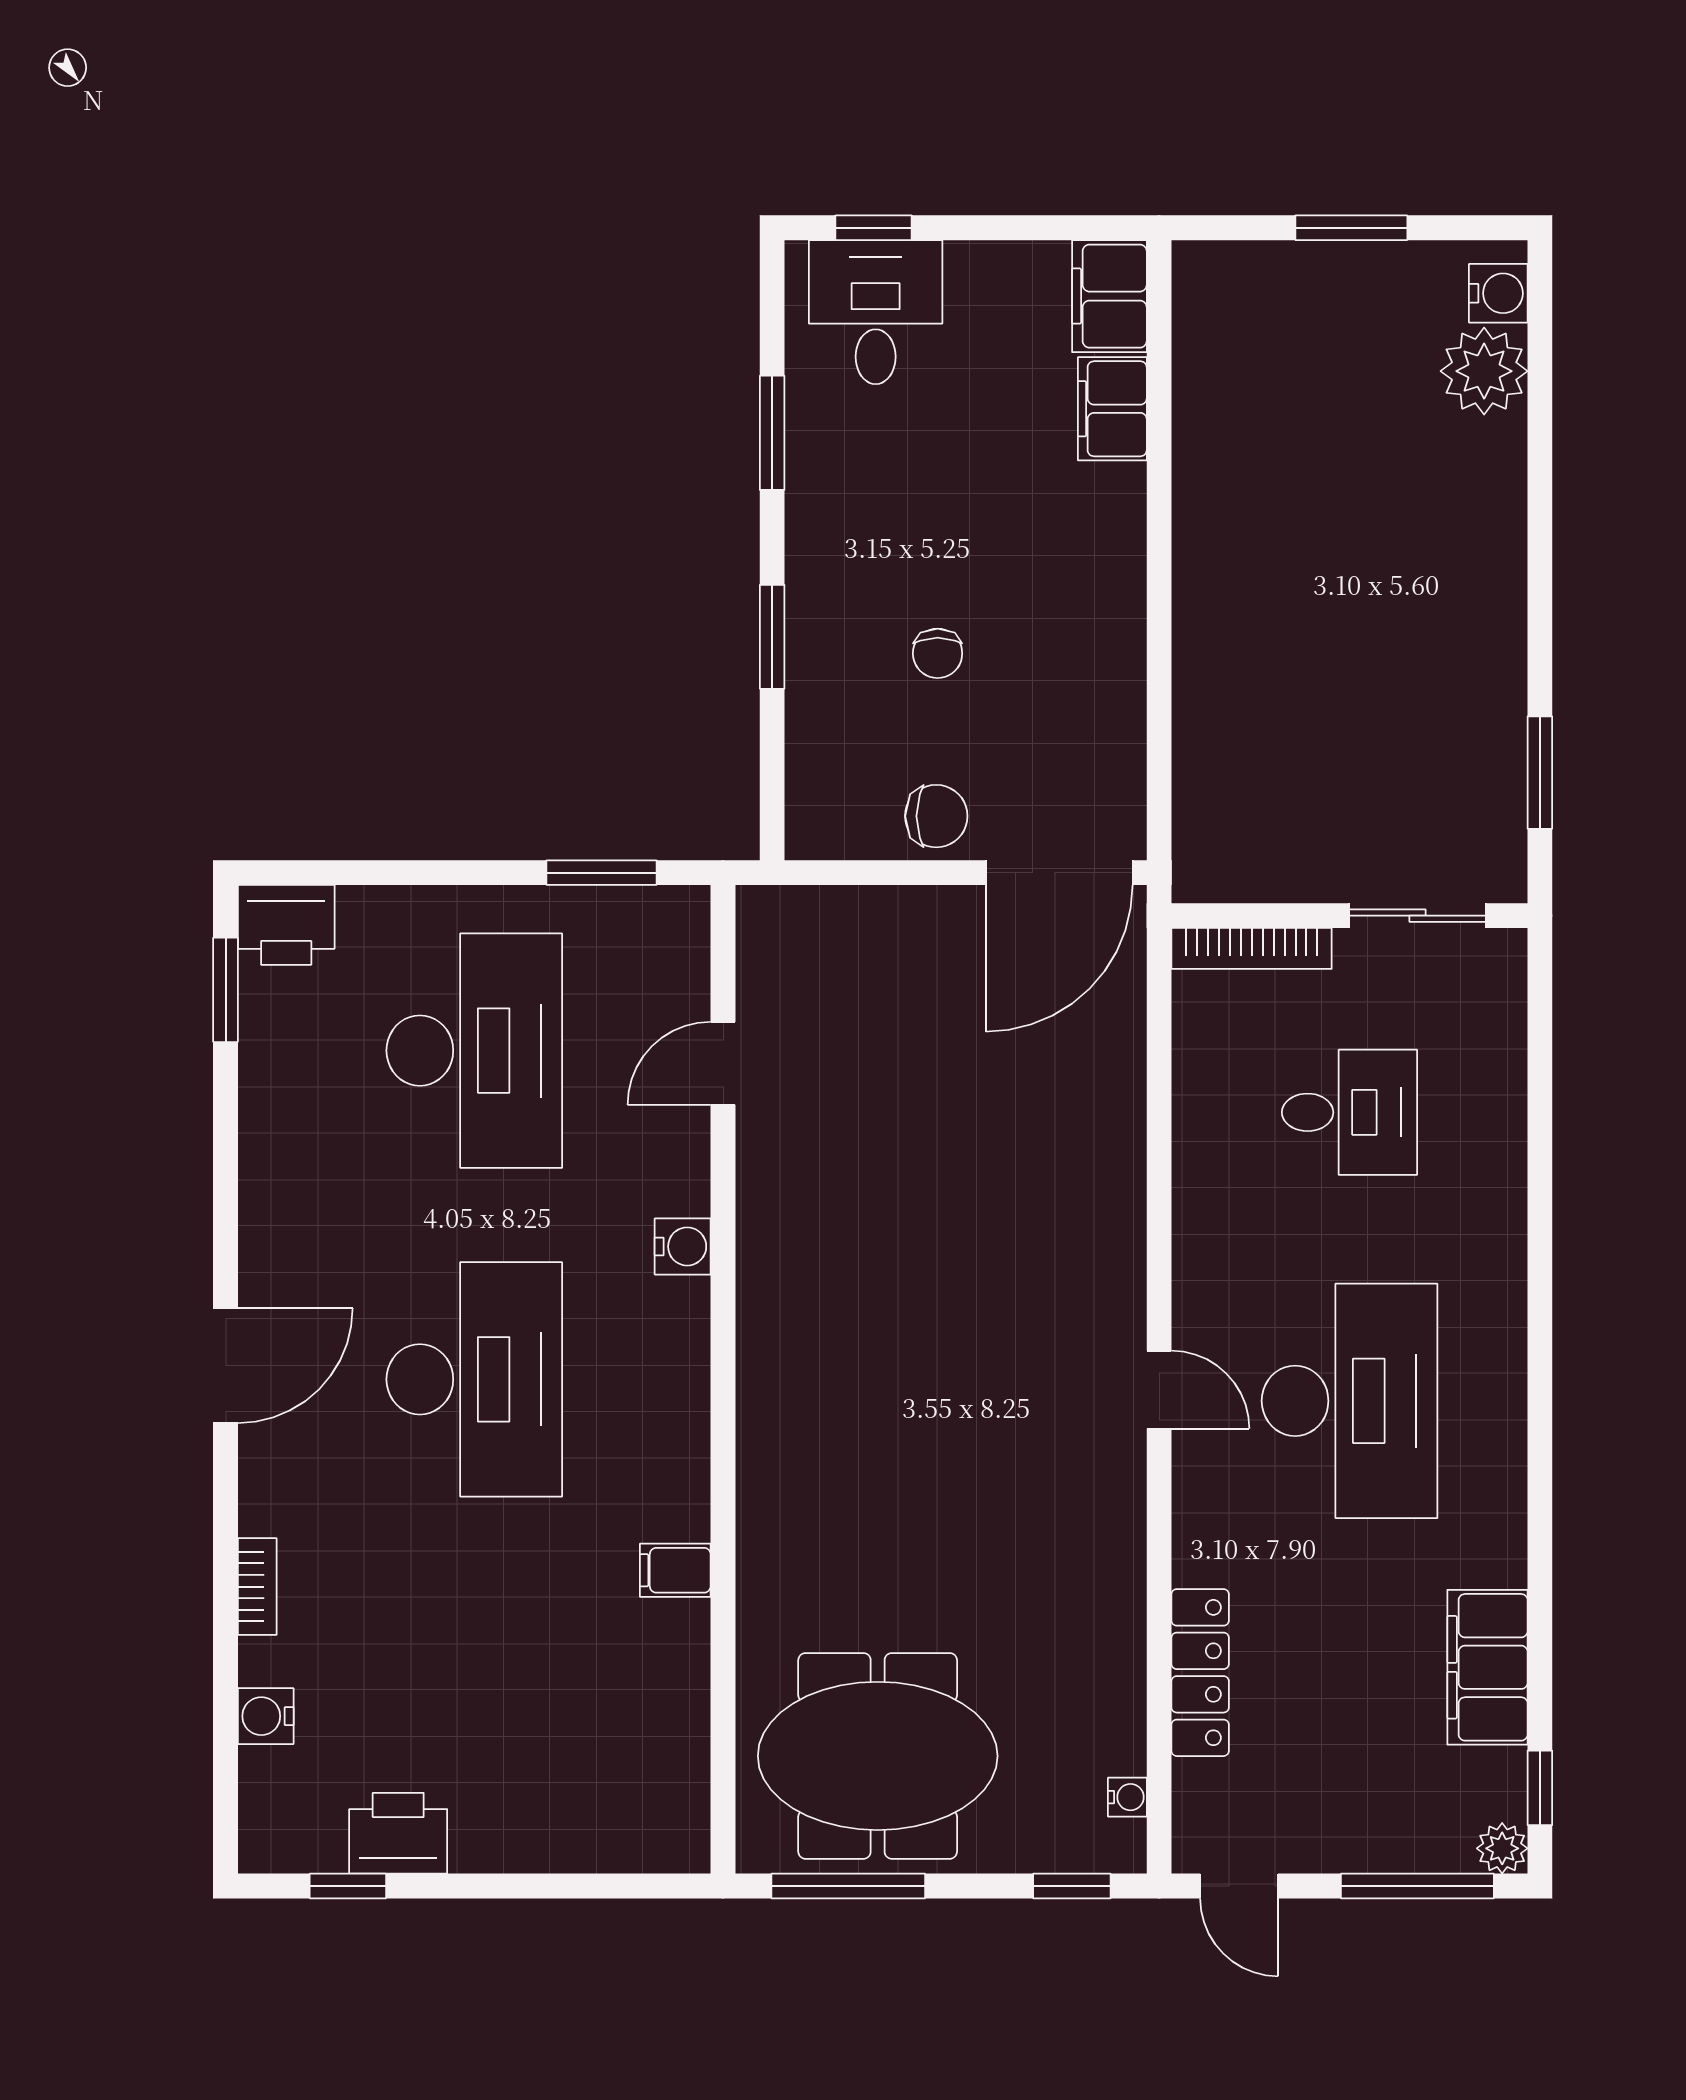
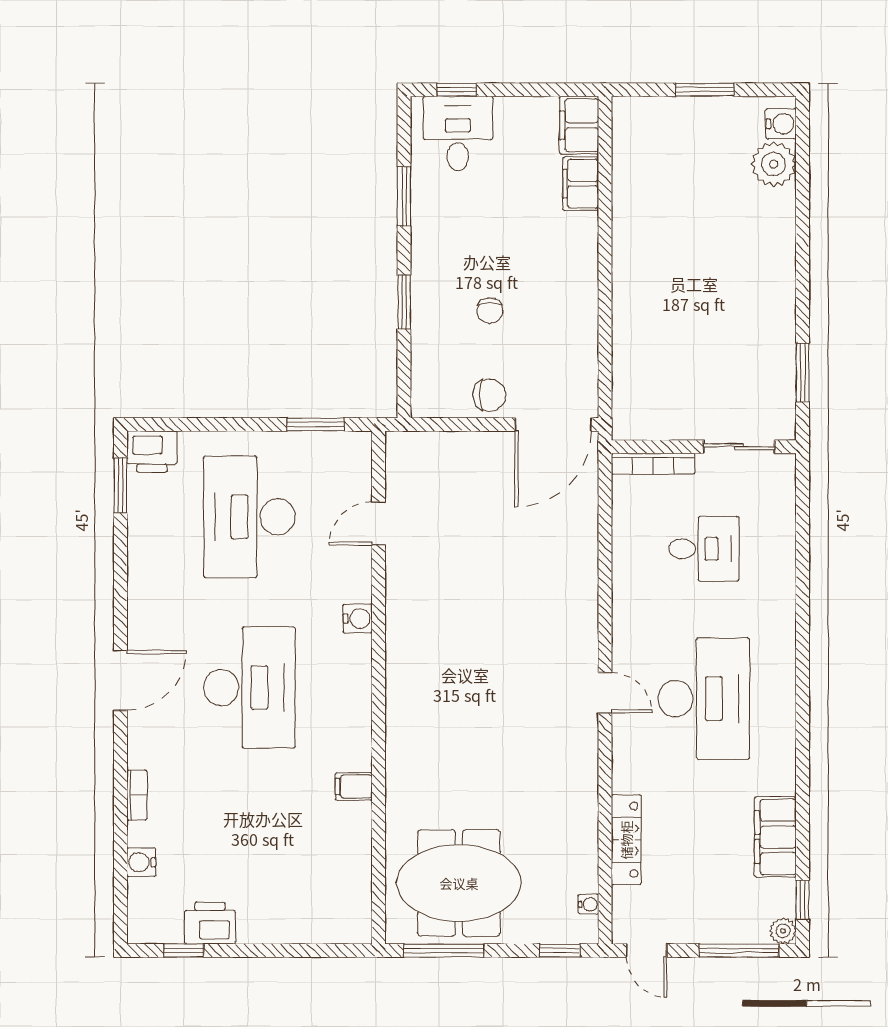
desk: (474, 1051) -> (249, 517), turned 180

